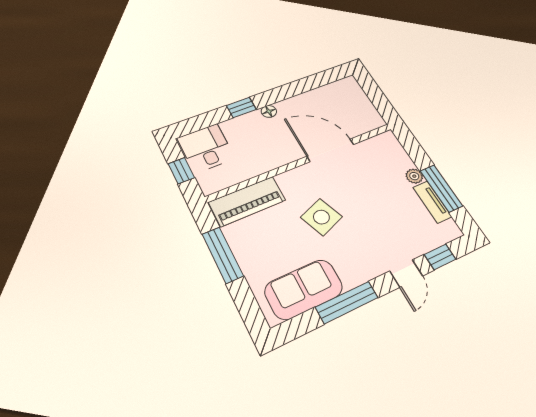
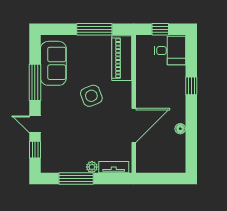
floor lamp: (269, 111) -> (180, 129), moved
tv unit: (432, 202) -> (114, 167), moved

